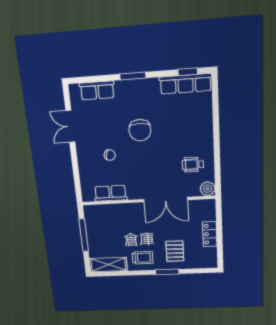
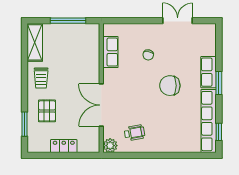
row of seats: (185, 84) -> (209, 121), width x1.36
row of seats: (97, 90) -> (209, 72), moved
wheelchair: (193, 165) -> (135, 133), turned 79
pallet: (175, 251) -> (47, 111), turned 90
window: (167, 272) -> (24, 124), moved

